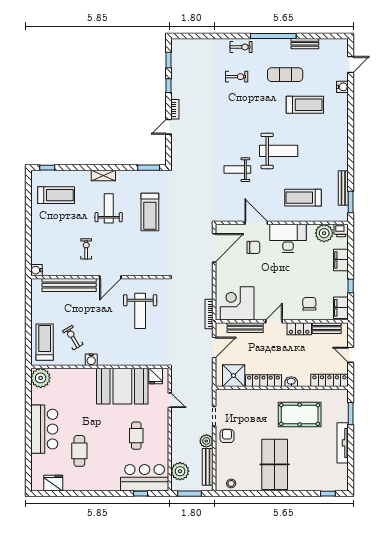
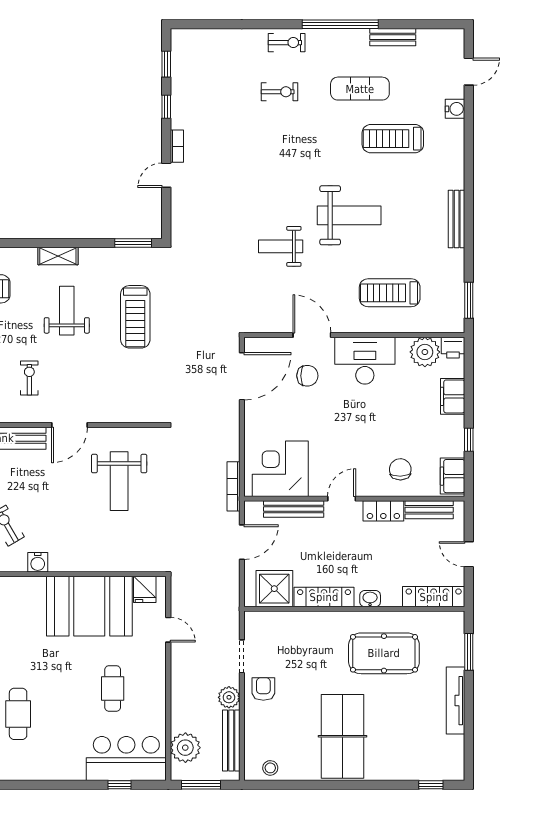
treadmill: (305, 105) -> (393, 139), turned 180
bench: (343, 188) -> (457, 219), moved

